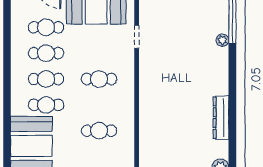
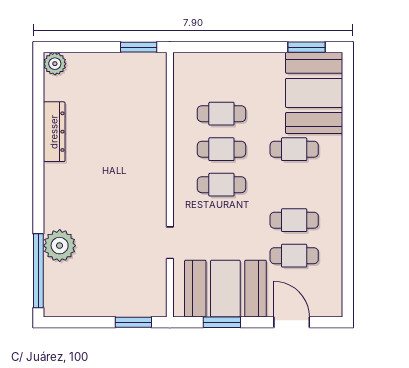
plant: (222, 40) -> (60, 246), width x1.88, depth x1.88
cafe table: (46, 79) -> (221, 149), moved

